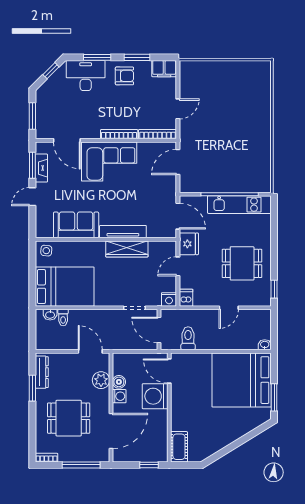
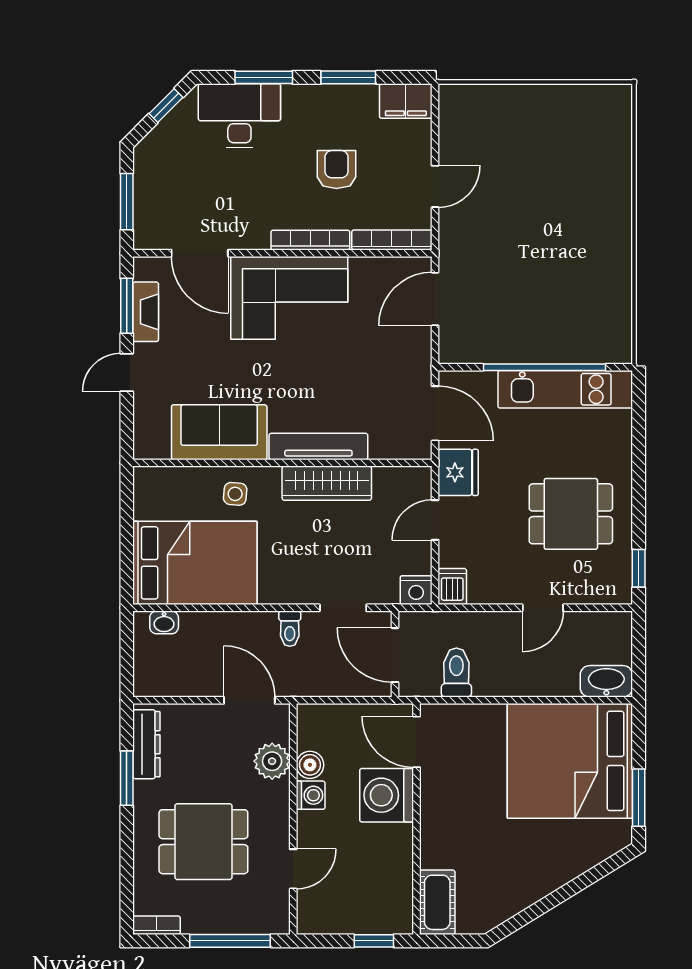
armchair: (124, 76) -> (336, 169), moved, turned -90
side table: (46, 251) -> (235, 494), moved
toilet: (63, 318) -> (290, 629), moved
washbasin: (265, 345) -> (606, 681), width x1.91, depth x1.45
door: (111, 431) -> (293, 869), width x0.53

